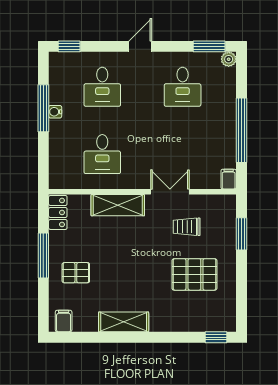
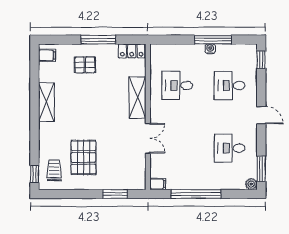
trolley: (187, 227) -> (54, 170), moved
pallet: (76, 273) -> (85, 65), turned 90

